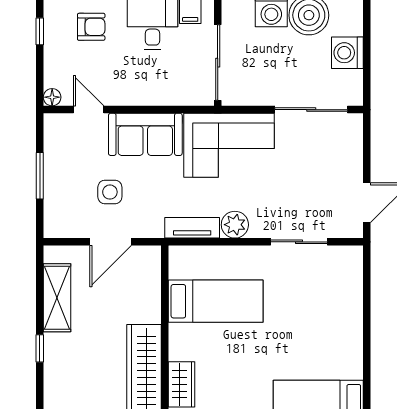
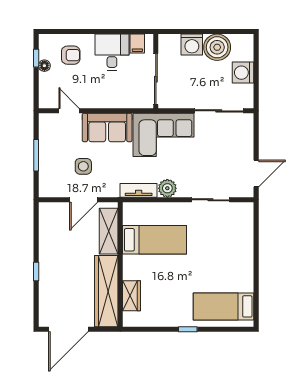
floor lamp: (52, 97) -> (44, 66), moved
shelving: (57, 298) -> (109, 231), moved

